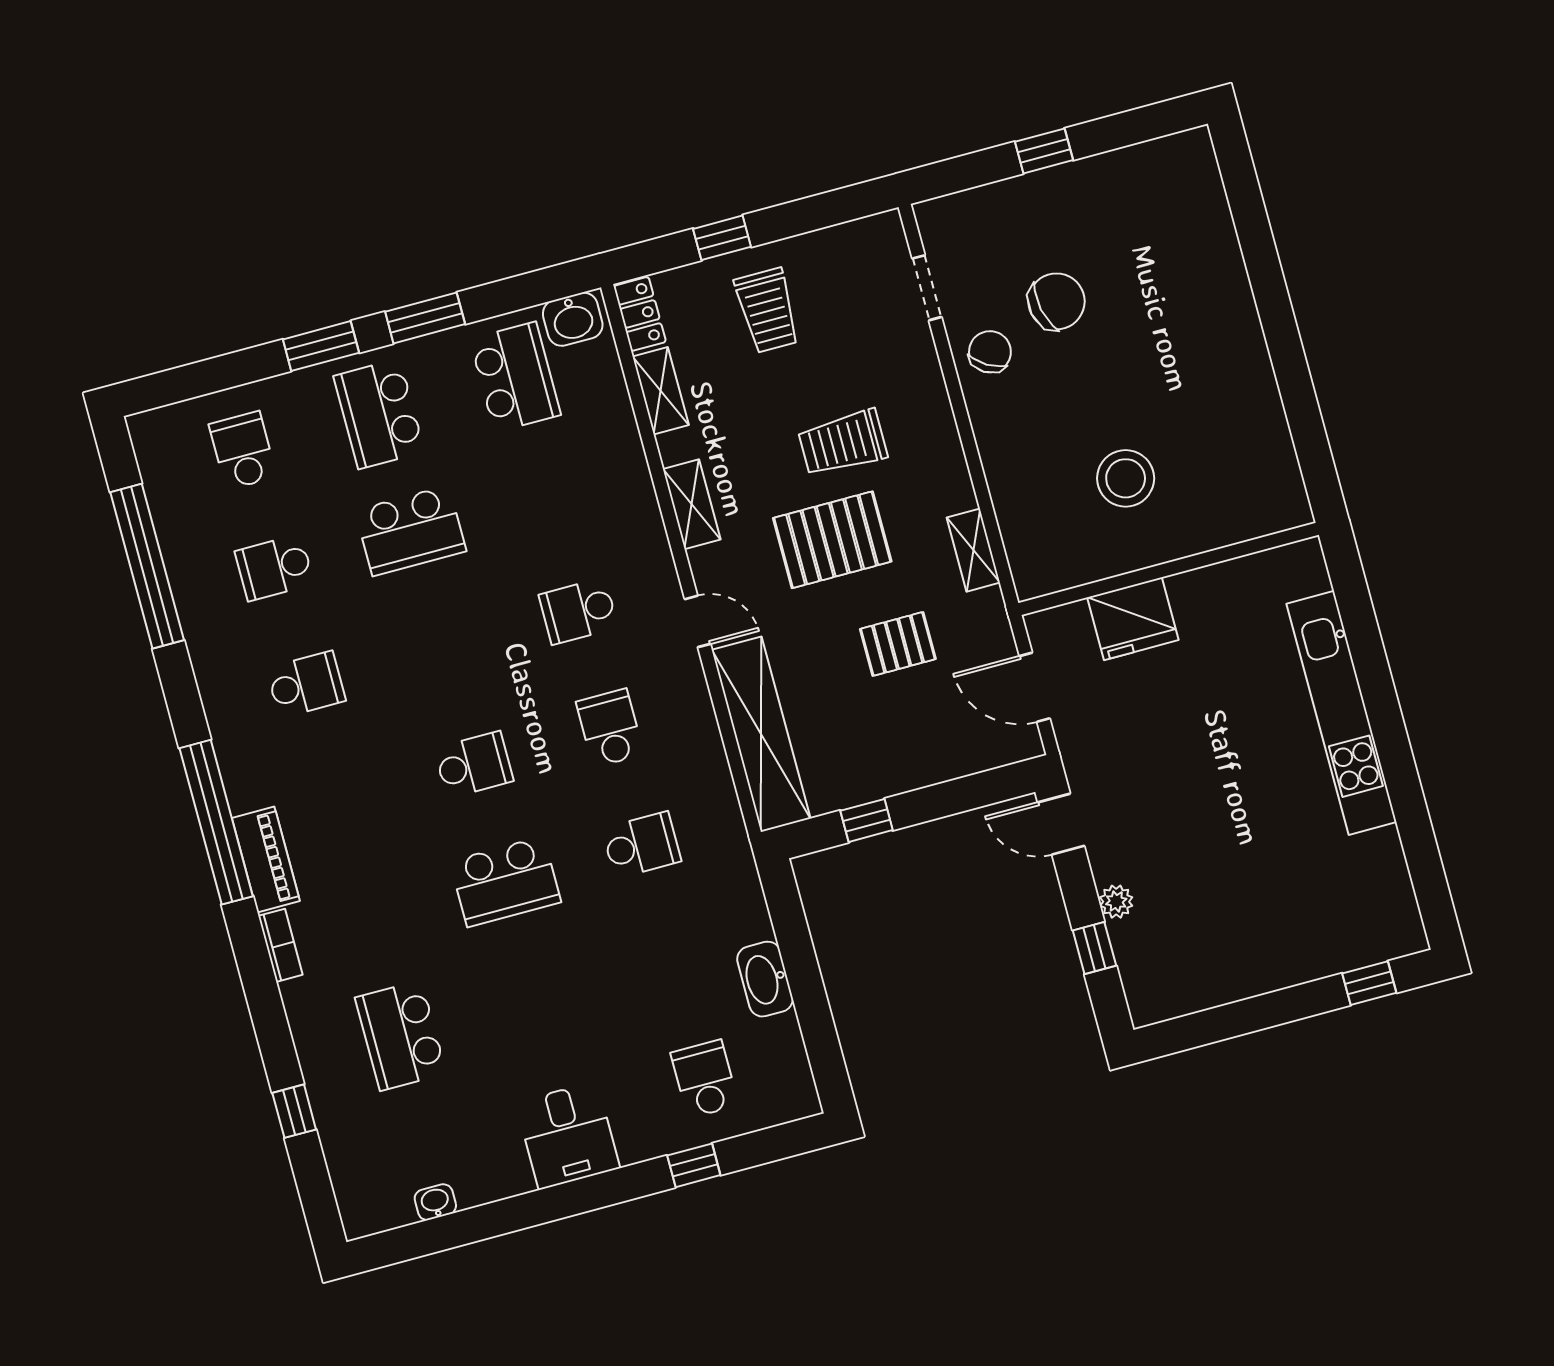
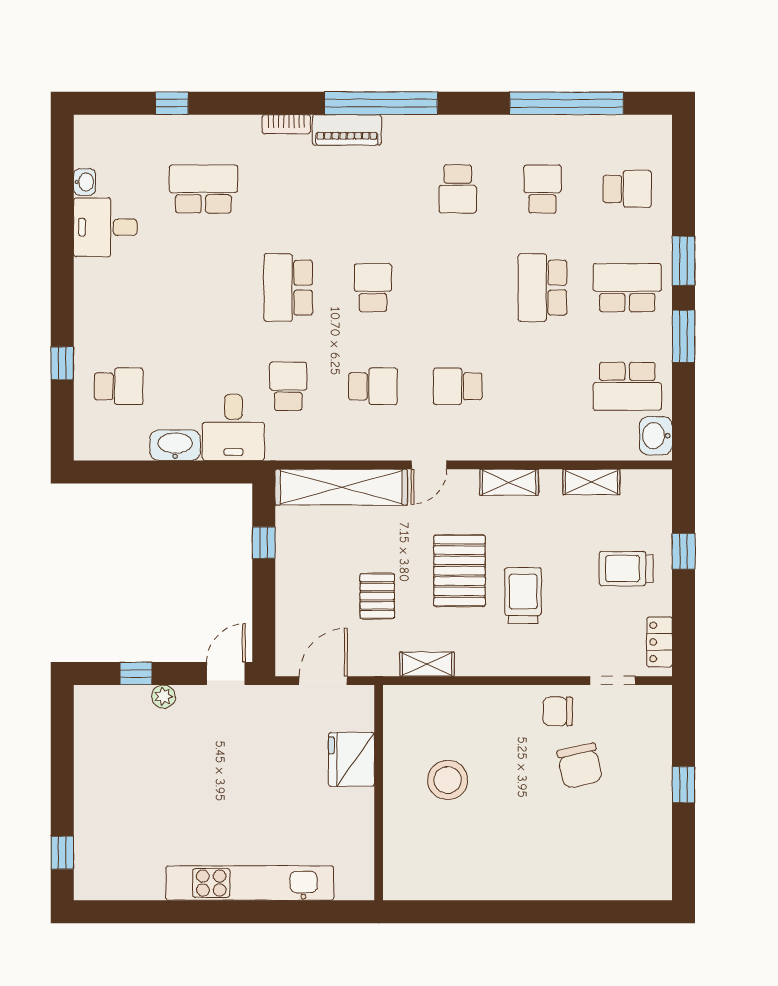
locker: (640, 314) -> (660, 642), moved, turned 90
chair: (990, 352) -> (558, 711), turned 149
school desk: (578, 611) -> (458, 386), turned -90
school desk: (474, 765) -> (373, 288), turned 180
school desk: (642, 845) -> (288, 386), turned 180
desk: (719, 905) -> (233, 427), added
desk: (568, 1135) -> (105, 227), moved

